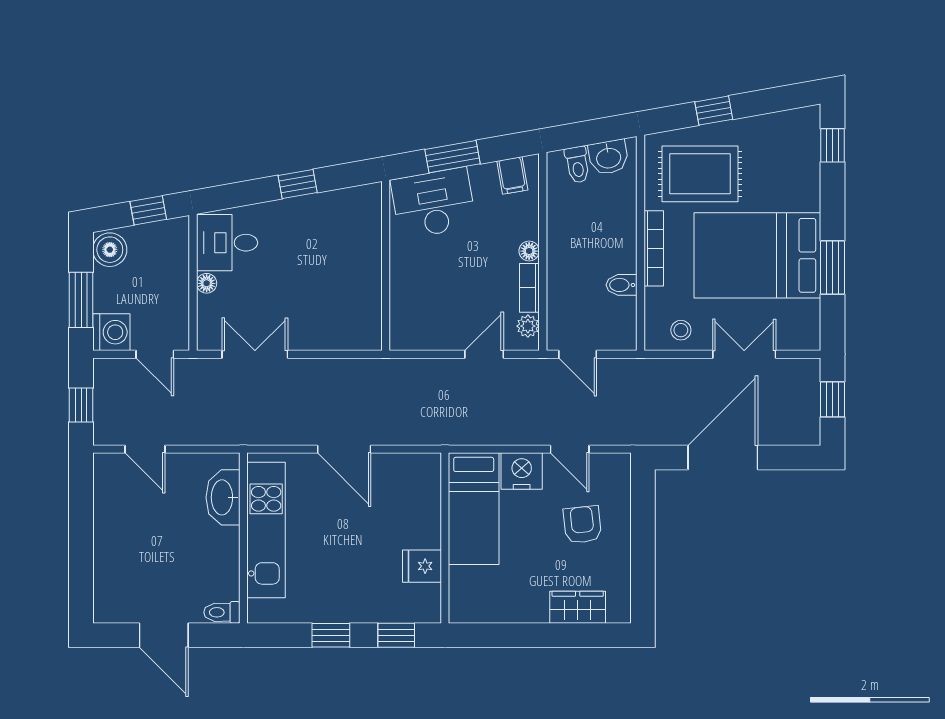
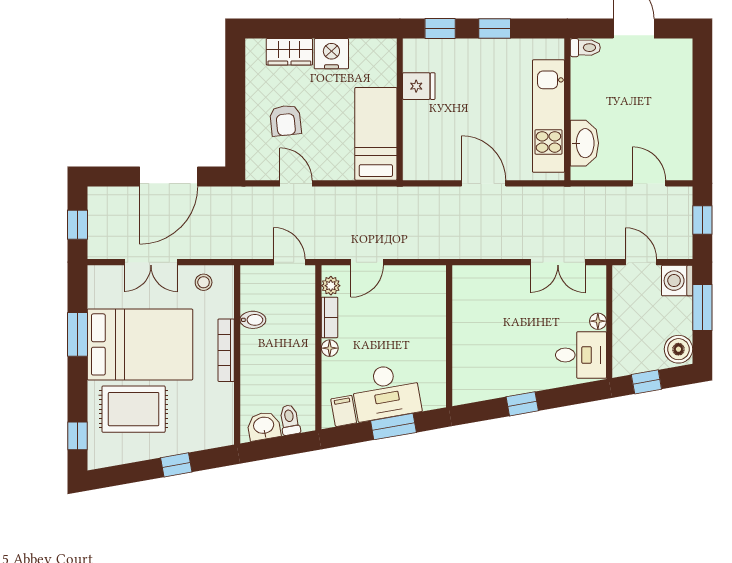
rug: (700, 174) -> (134, 409), moved
desk: (433, 203) -> (386, 392), moved
nightstand: (522, 471) -> (331, 54), moved, turned 180

